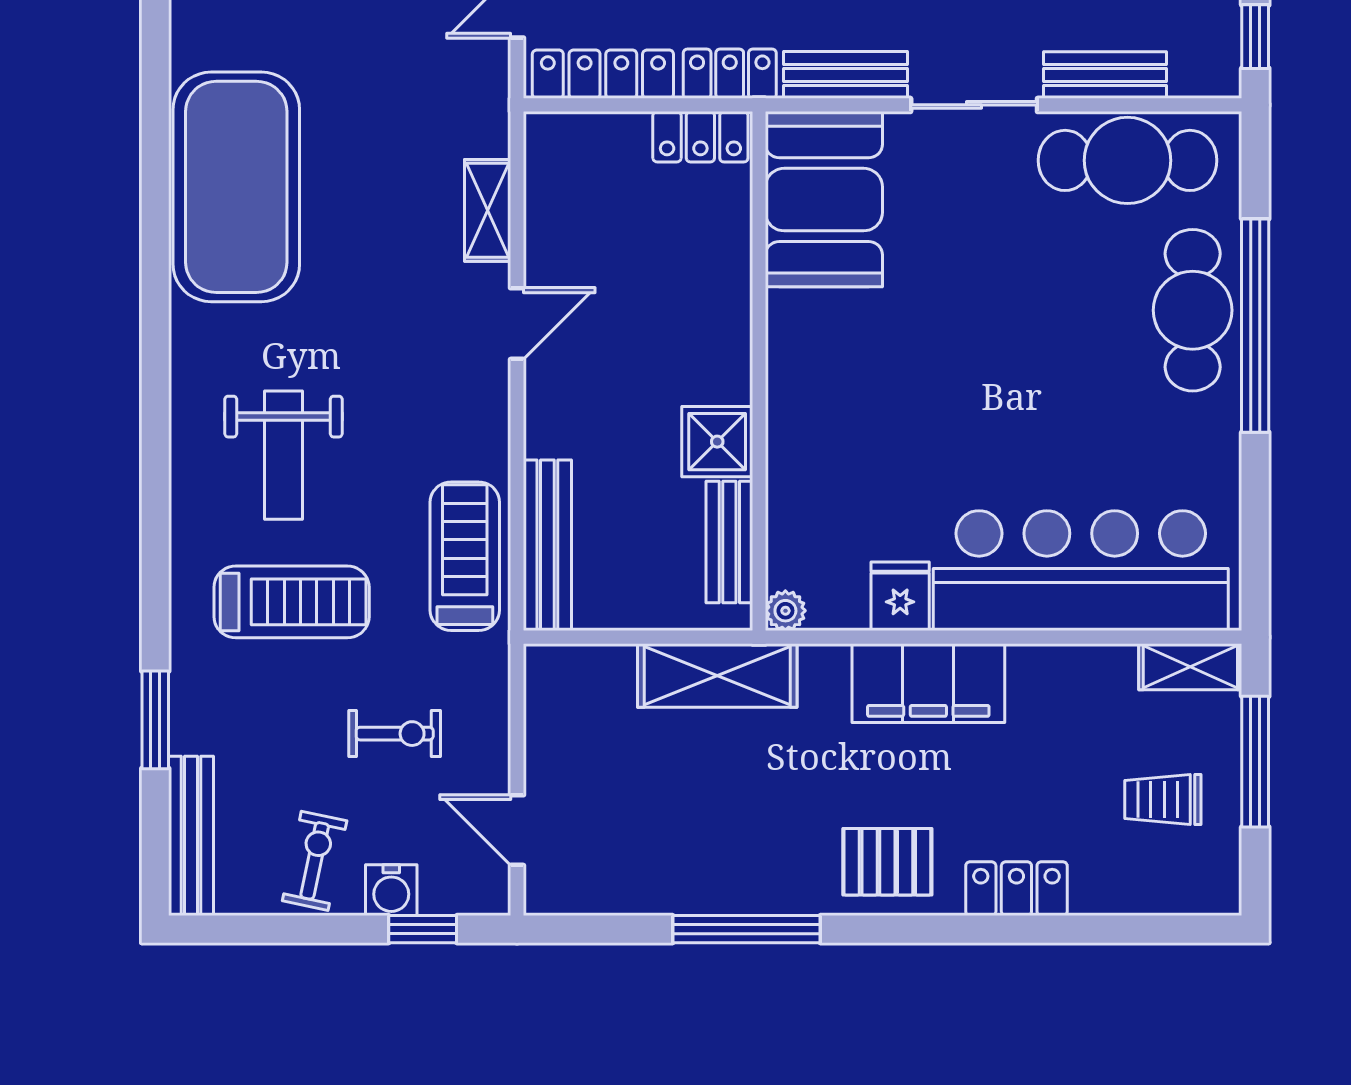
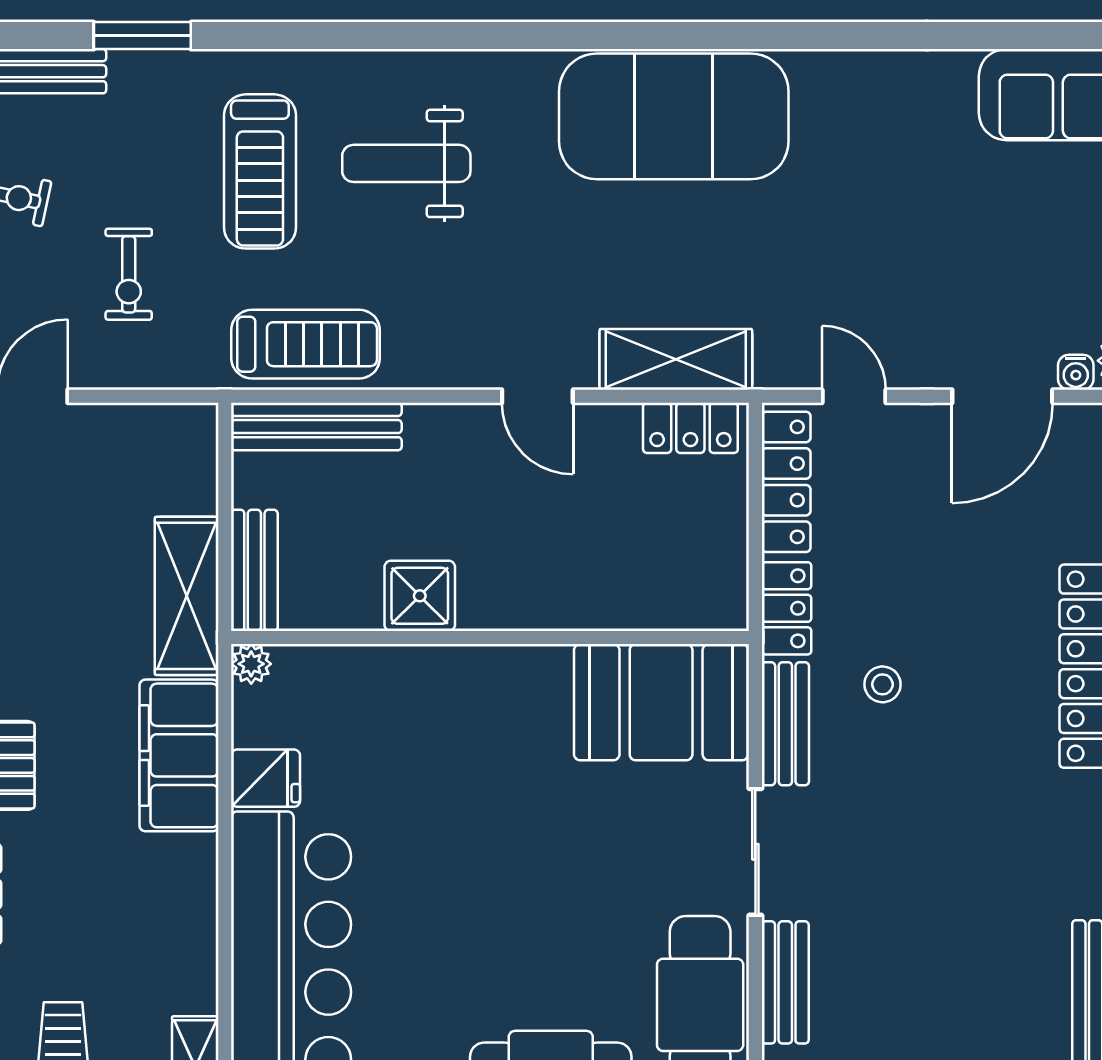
locker: (700, 137) -> (690, 428), moved, turned -90
shelving: (488, 210) -> (676, 359), width x1.50, depth x1.33
bench: (729, 542) -> (254, 570), moved, turned 90
filing cabinet: (928, 683) -> (179, 755), moved

